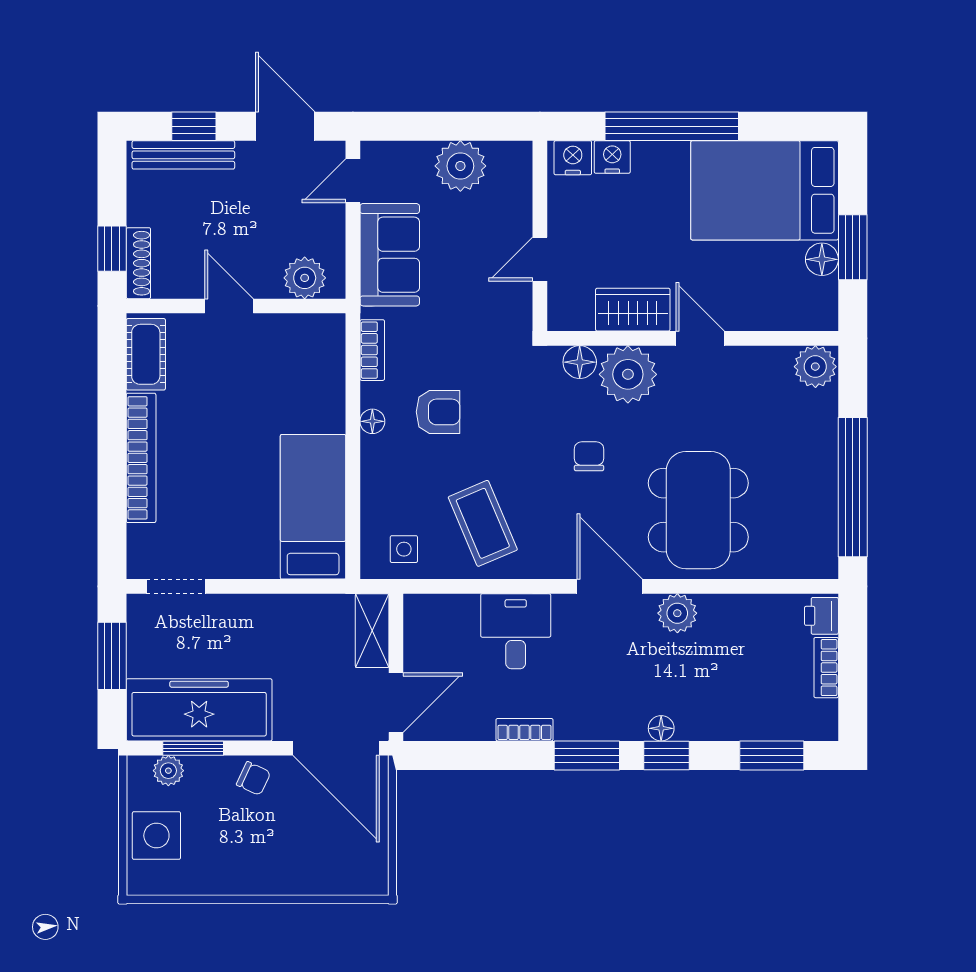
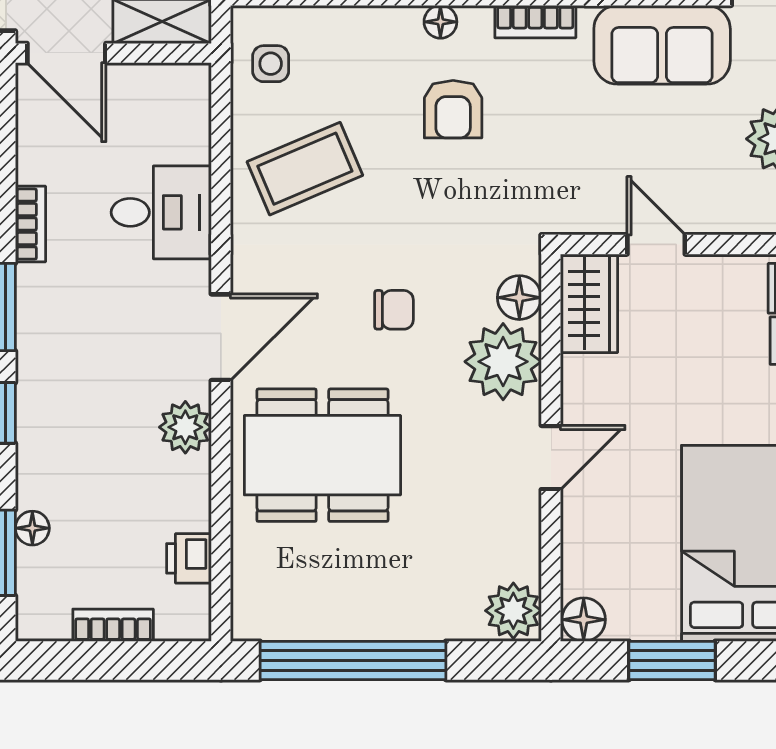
floor lamp: (822, 259) -> (584, 620), moved
wardrobe: (633, 310) -> (589, 303), moved
printer: (821, 616) -> (189, 558), moved, turned -90
floor lamp: (661, 728) -> (32, 528), moved

